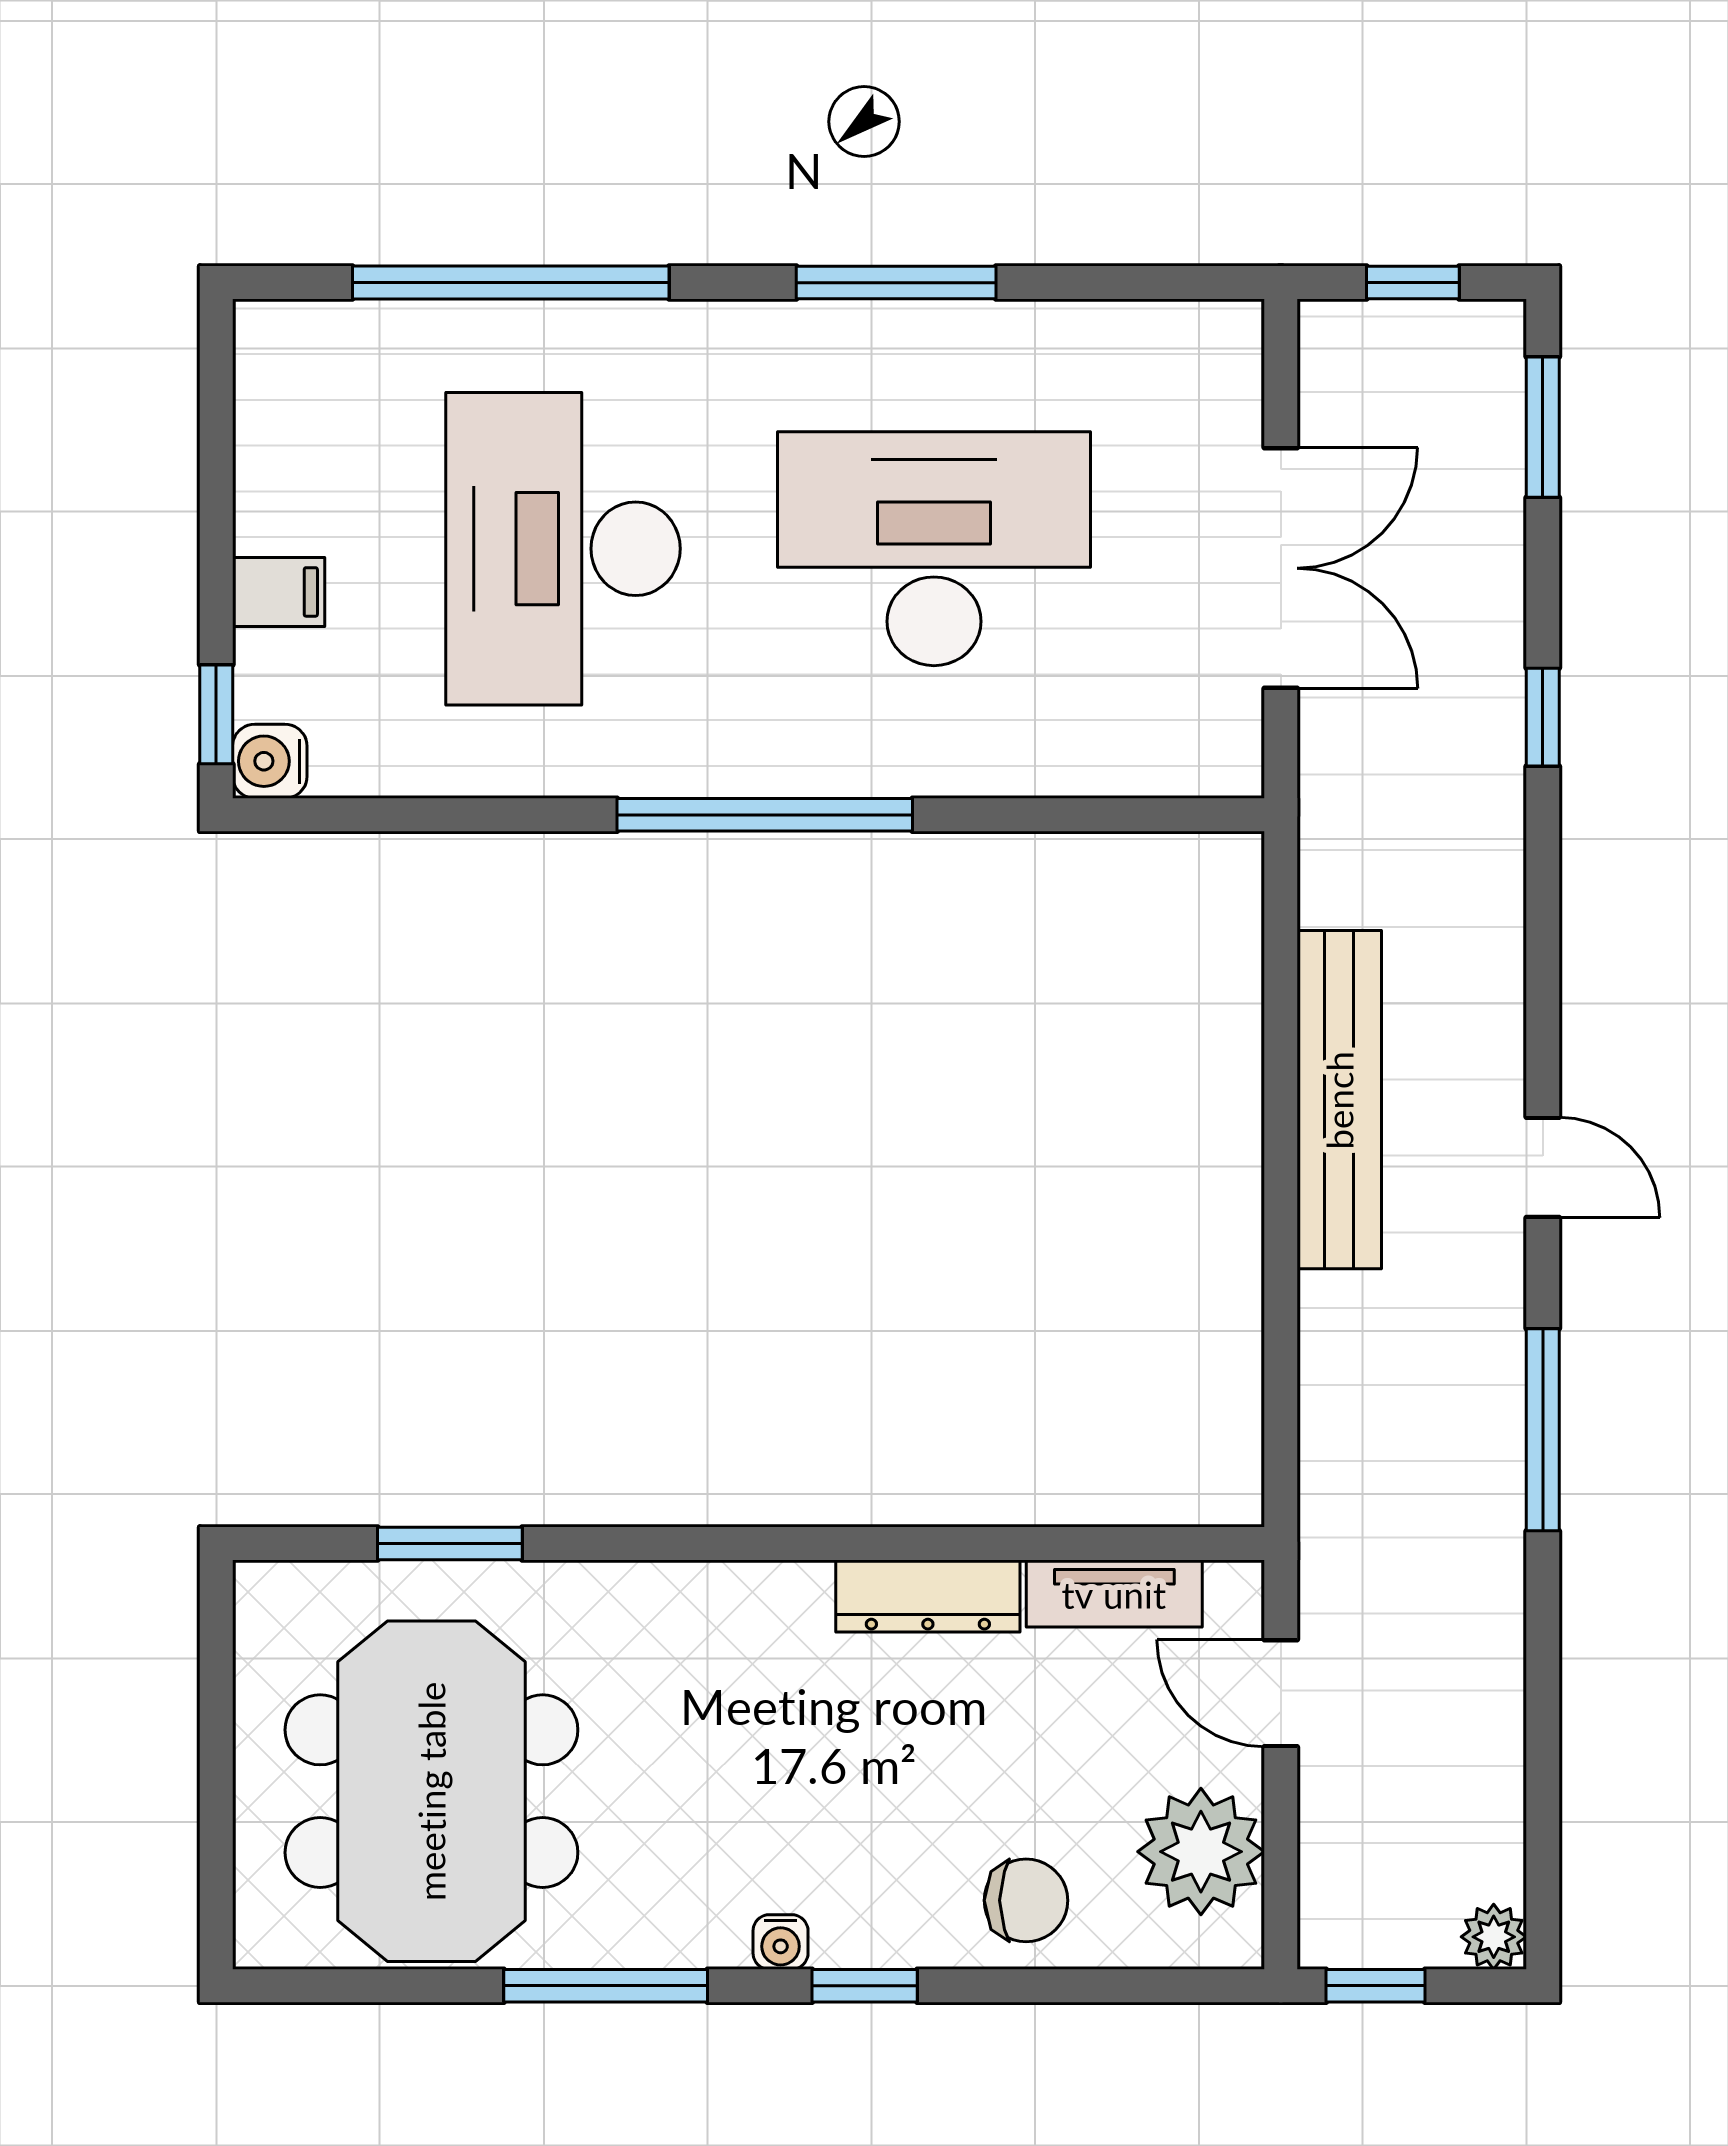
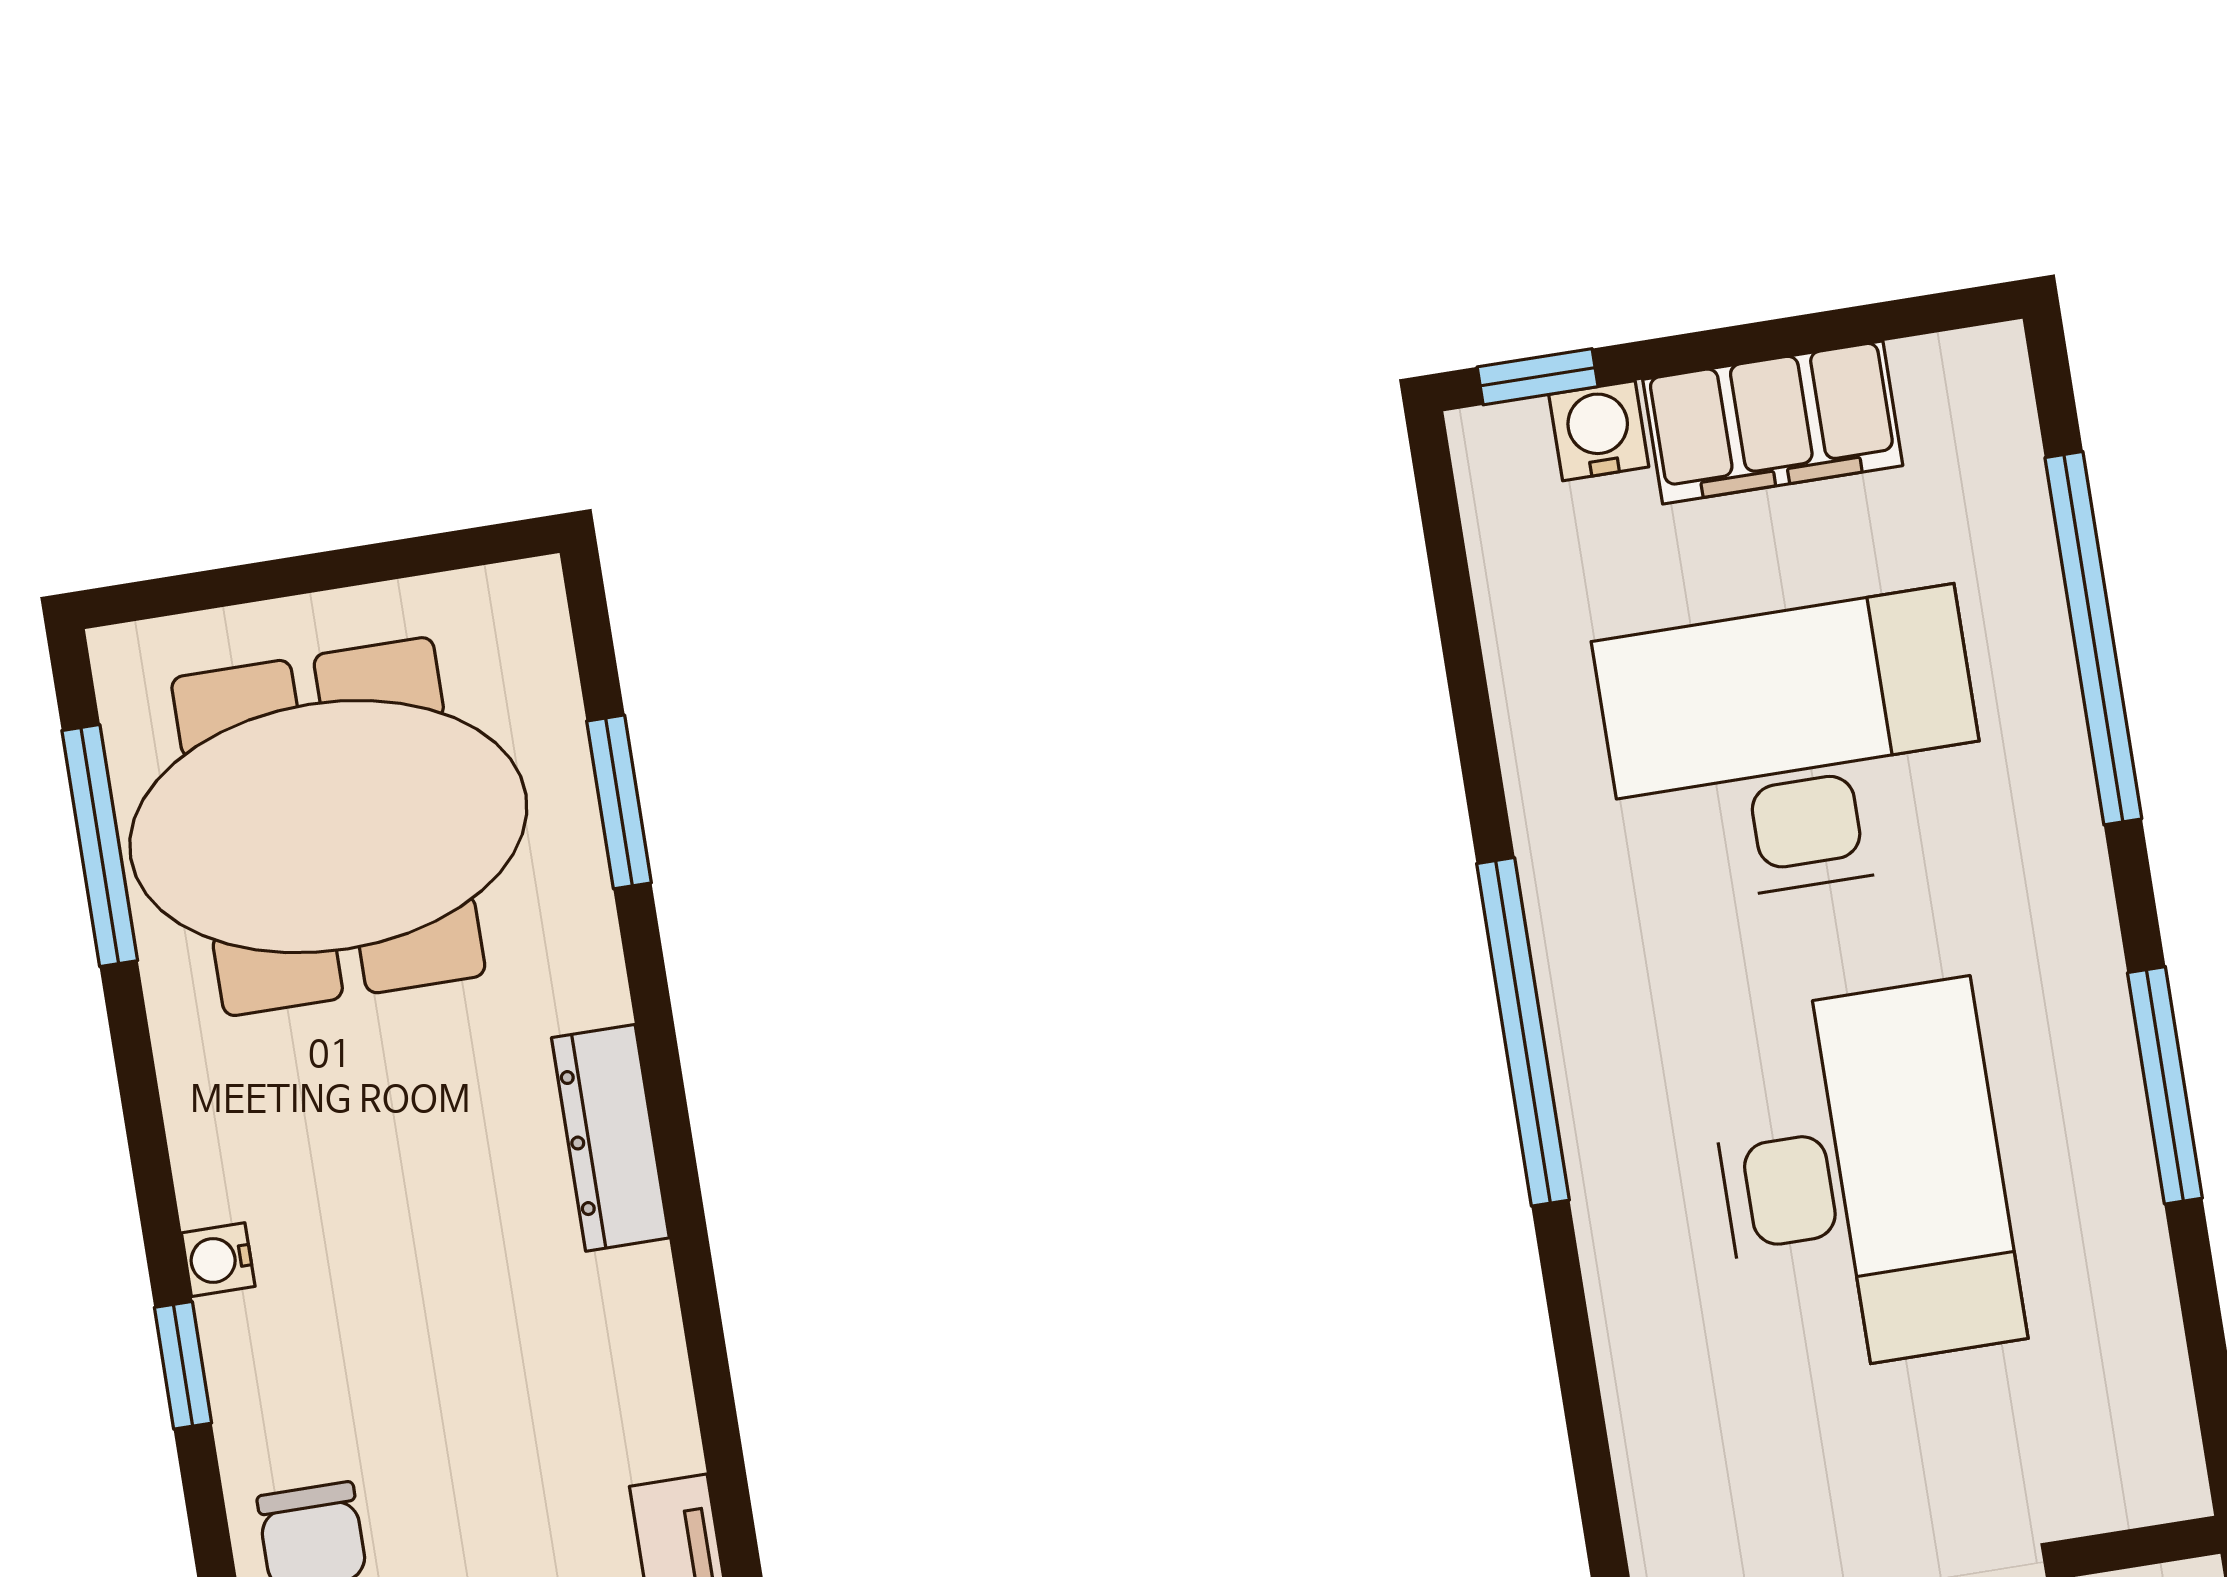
filing cabinet: (279, 592) -> (1773, 422), width x3.00, depth x1.17
water cooler: (270, 761) -> (1599, 431), moved
dresser: (928, 1596) -> (610, 1138), moved
window: (606, 1986) -> (100, 846), moved

